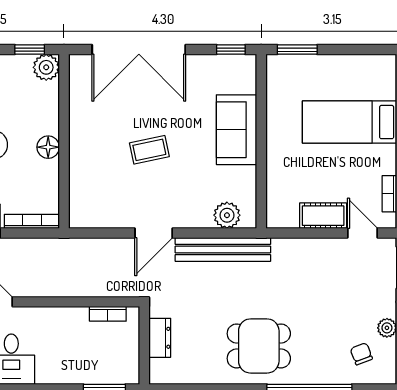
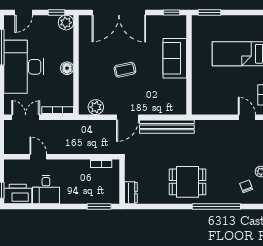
plant: (227, 215) -> (96, 107), moved
cot: (323, 216) -> (224, 107), removed
dresser: (160, 338) -> (131, 193), moved

